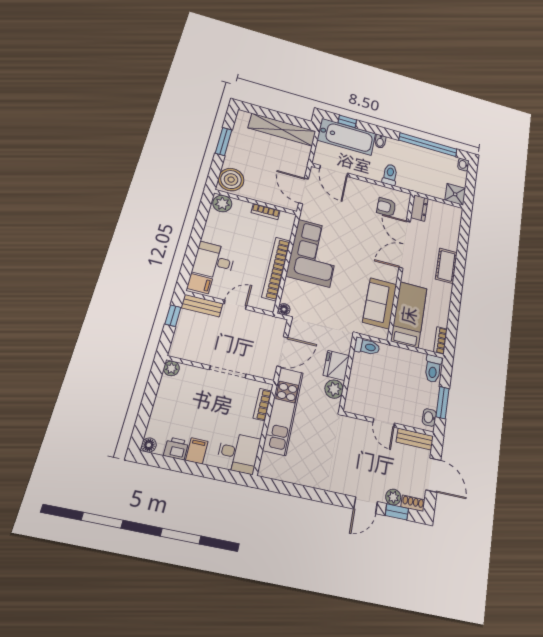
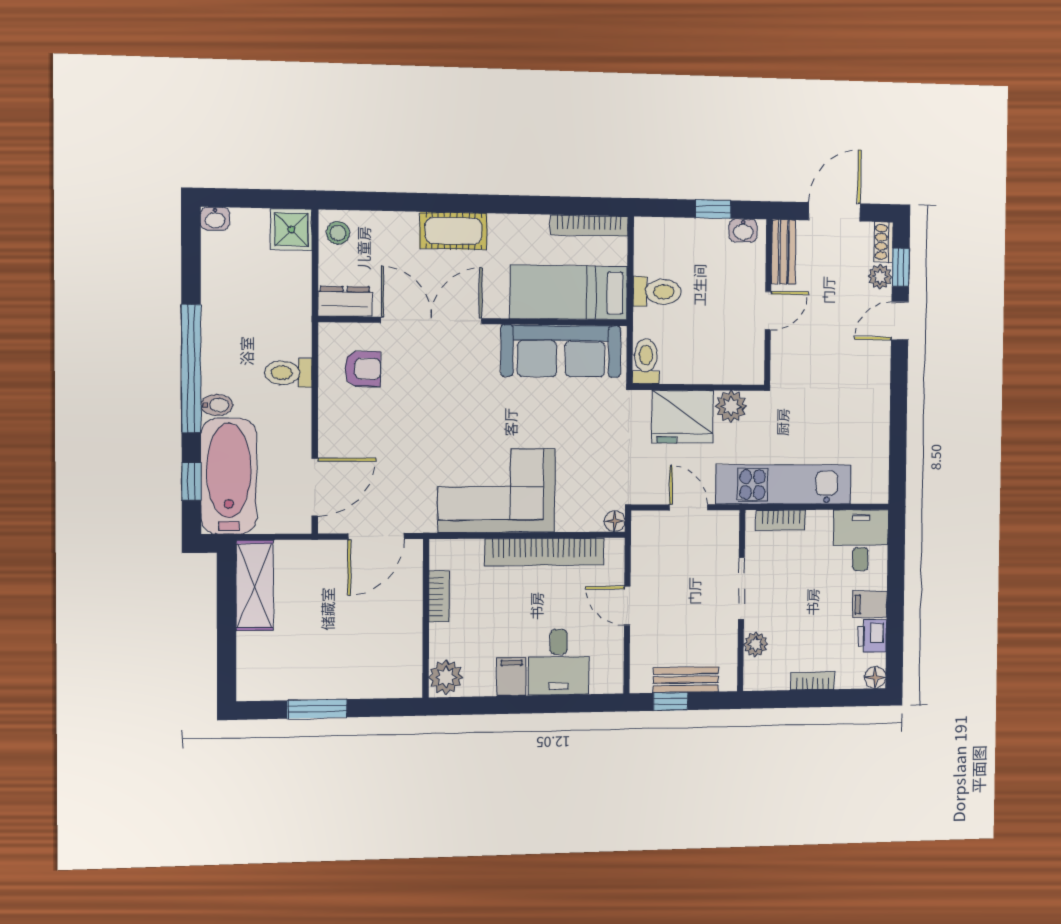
shelving: (282, 130) -> (255, 585), width x0.68
window: (428, 145) -> (191, 369), moved
boiler: (231, 180) -> (393, 674), removed
armchair: (386, 207) -> (363, 369), turned -90
stool: (451, 214) -> (338, 233), added
double door: (405, 244) -> (431, 321), swing flipped
filing cabinet: (200, 284) -> (511, 676), moved
sofa: (380, 303) -> (561, 351), width x1.36
bench: (202, 306) -> (686, 680), moved, turned 90
bookcase: (440, 340) -> (589, 226), width x1.56
door: (282, 352) -> (688, 507), width x0.73
fridge: (336, 365) -> (683, 417), width x1.36, depth x1.34
plant: (171, 368) -> (756, 644), moved
toilet: (433, 369) -> (657, 292), moved
window: (443, 403) -> (713, 209), width x0.67
bookcase: (159, 404) -> (813, 681), added
door: (366, 505) -> (900, 321), swing flipped

